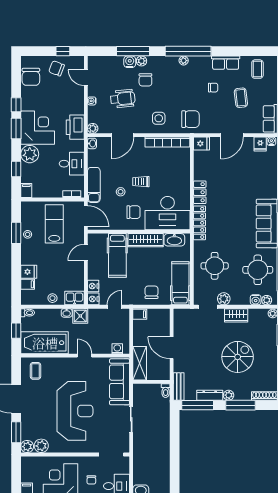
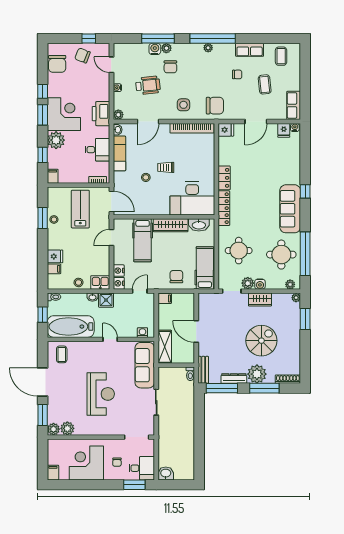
exam couch: (94, 185) -> (119, 153), moved
chair: (133, 212) -> (159, 198), removed
water cooler: (256, 300) -> (260, 284), moved
plant: (229, 395) -> (257, 374), width x1.88, depth x1.88
reception desk: (75, 411) -> (101, 394), width x0.74, depth x0.77

